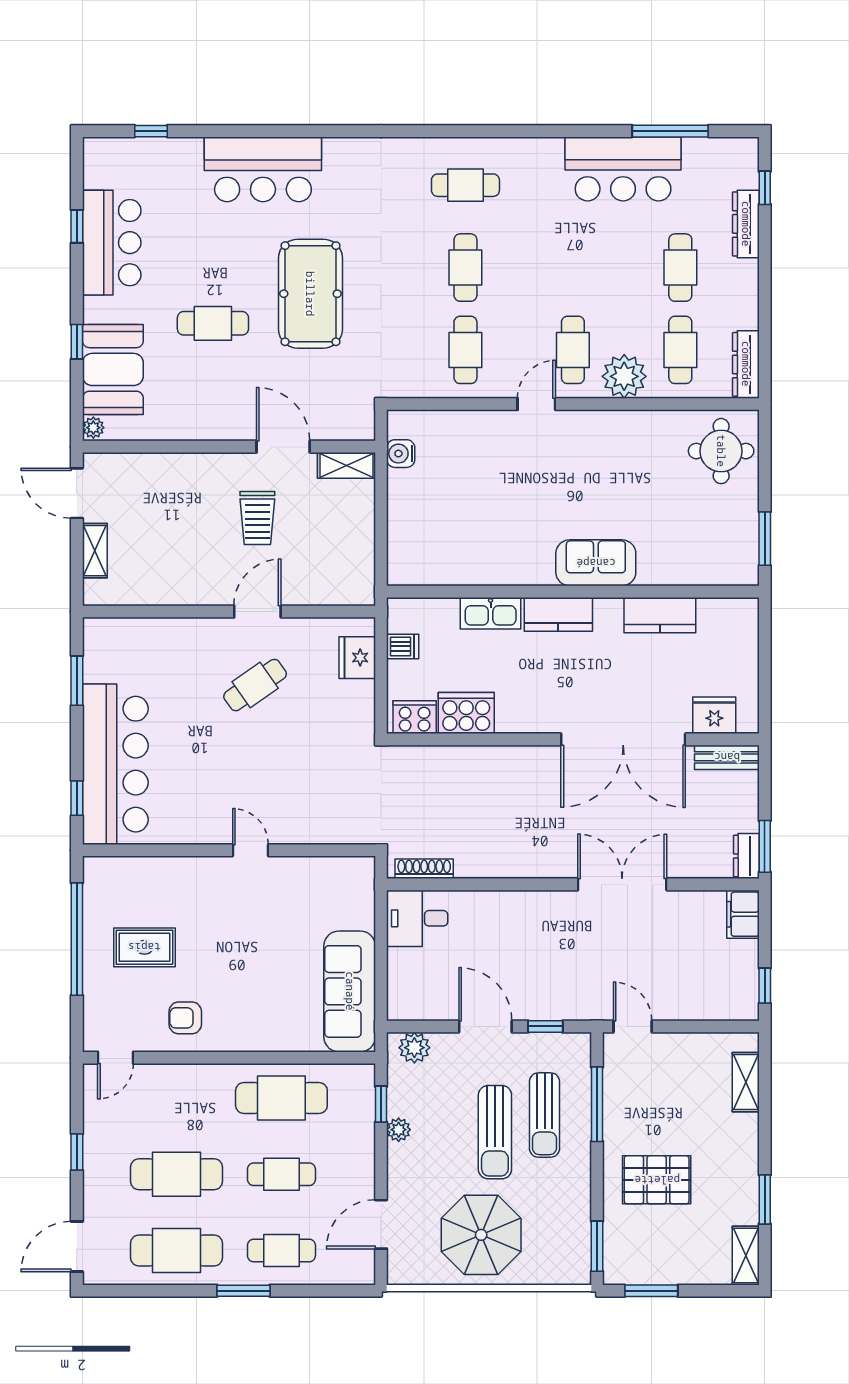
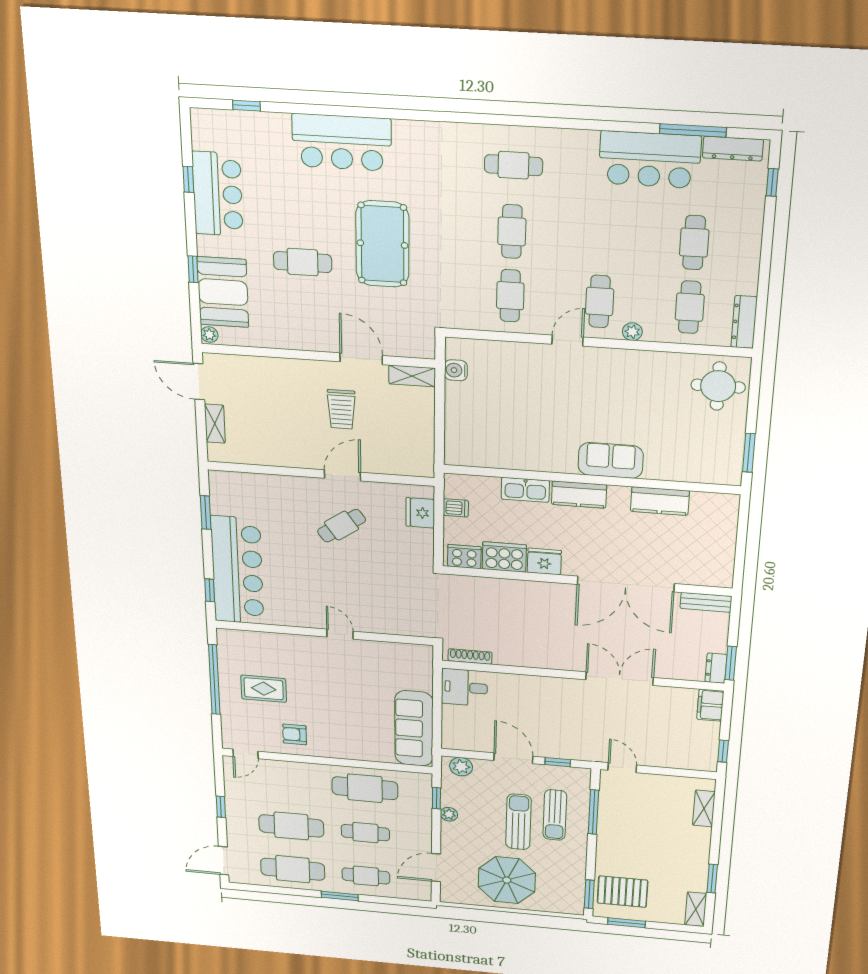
dresser: (746, 224) -> (733, 149), moved, turned -90
plant: (624, 376) -> (632, 332), width x0.53, depth x0.53
fridge: (714, 715) -> (544, 562), moved
sun lounger: (495, 1132) -> (518, 822), turned 180
pallet: (657, 1180) -> (622, 892), moved

